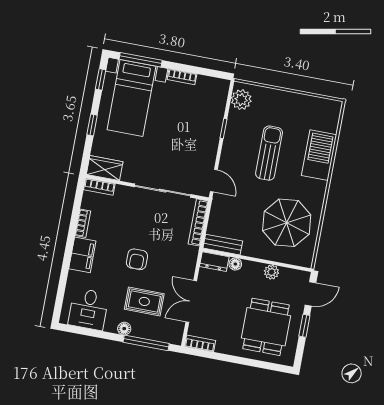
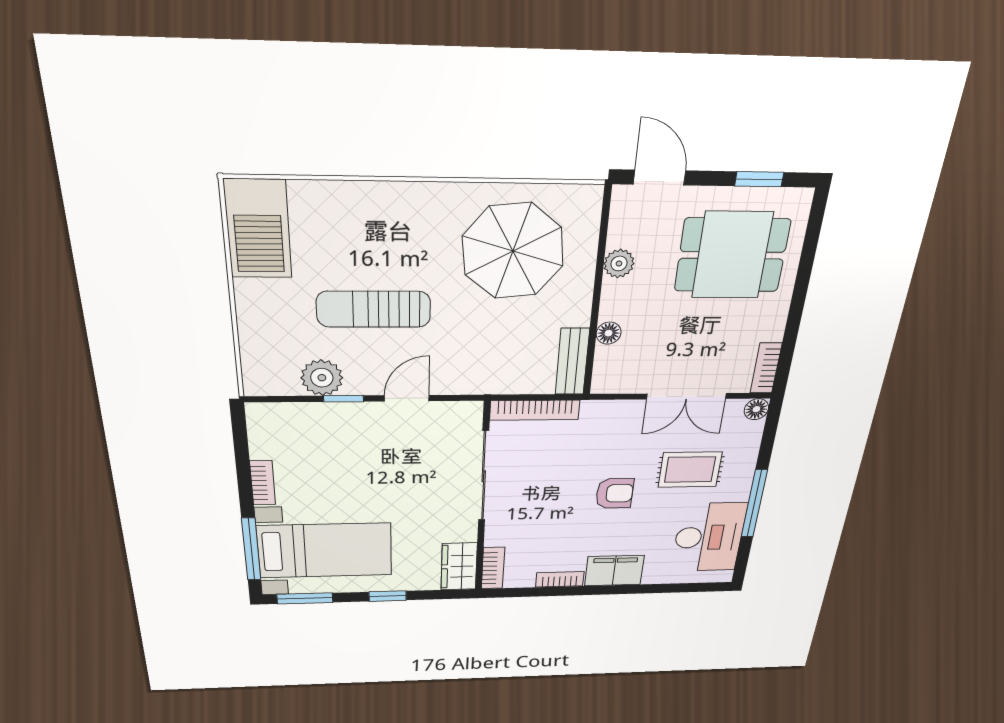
window: (101, 79) -> (305, 598), width x1.50
plant: (241, 100) -> (322, 378), moved
barbecue: (319, 155) -> (258, 229), moved, turned -90
door: (214, 181) -> (407, 398), moved
dresser: (214, 262) -> (607, 371), removed
rug: (144, 301) -> (690, 470), turned 90
desk: (88, 309) -> (709, 537), width x1.37
window: (304, 326) -> (759, 179), moved
floor lamp: (124, 329) -> (756, 409), moved
window: (146, 343) -> (754, 504), moved

